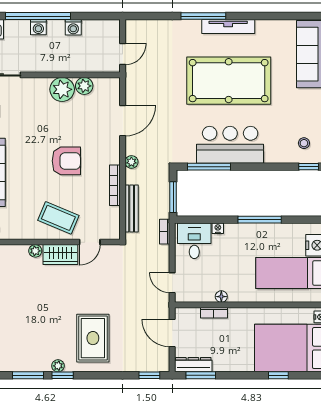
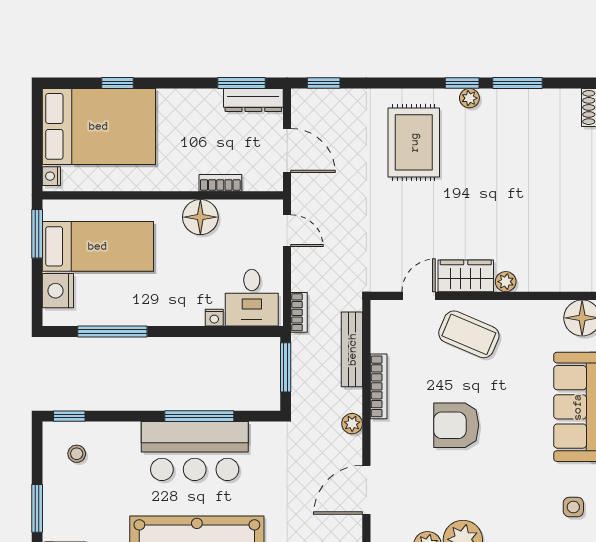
window: (209, 167) -> (199, 416), moved
window: (260, 220) -> (112, 332), moved
floor lamp: (221, 297) -> (200, 217), width x1.89, depth x1.89

